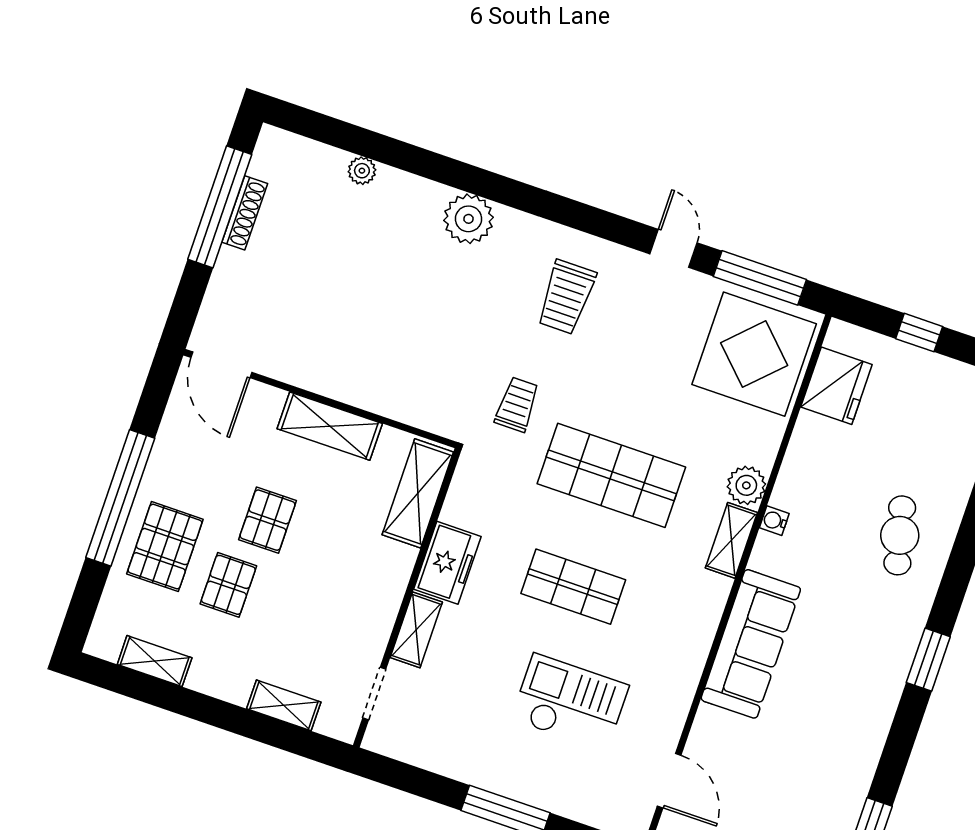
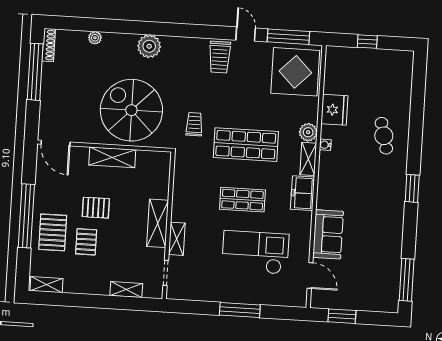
shoe rack: (245, 213) -> (49, 45), moved
trolley: (566, 297) -> (220, 57), moved
spiral stairs: (396, 340) -> (131, 110), added
fridge: (836, 386) -> (334, 110), moved
shelving: (418, 493) -> (158, 223), moved
pallet: (268, 520) -> (96, 208), turned 90
freezer: (447, 563) -> (302, 193), moved, turned 180
sofa: (751, 644) -> (328, 234), moved, width x0.73
shelving: (155, 661) -> (46, 285), moved
checkout: (570, 702) -> (255, 252), width x1.36, depth x1.21

